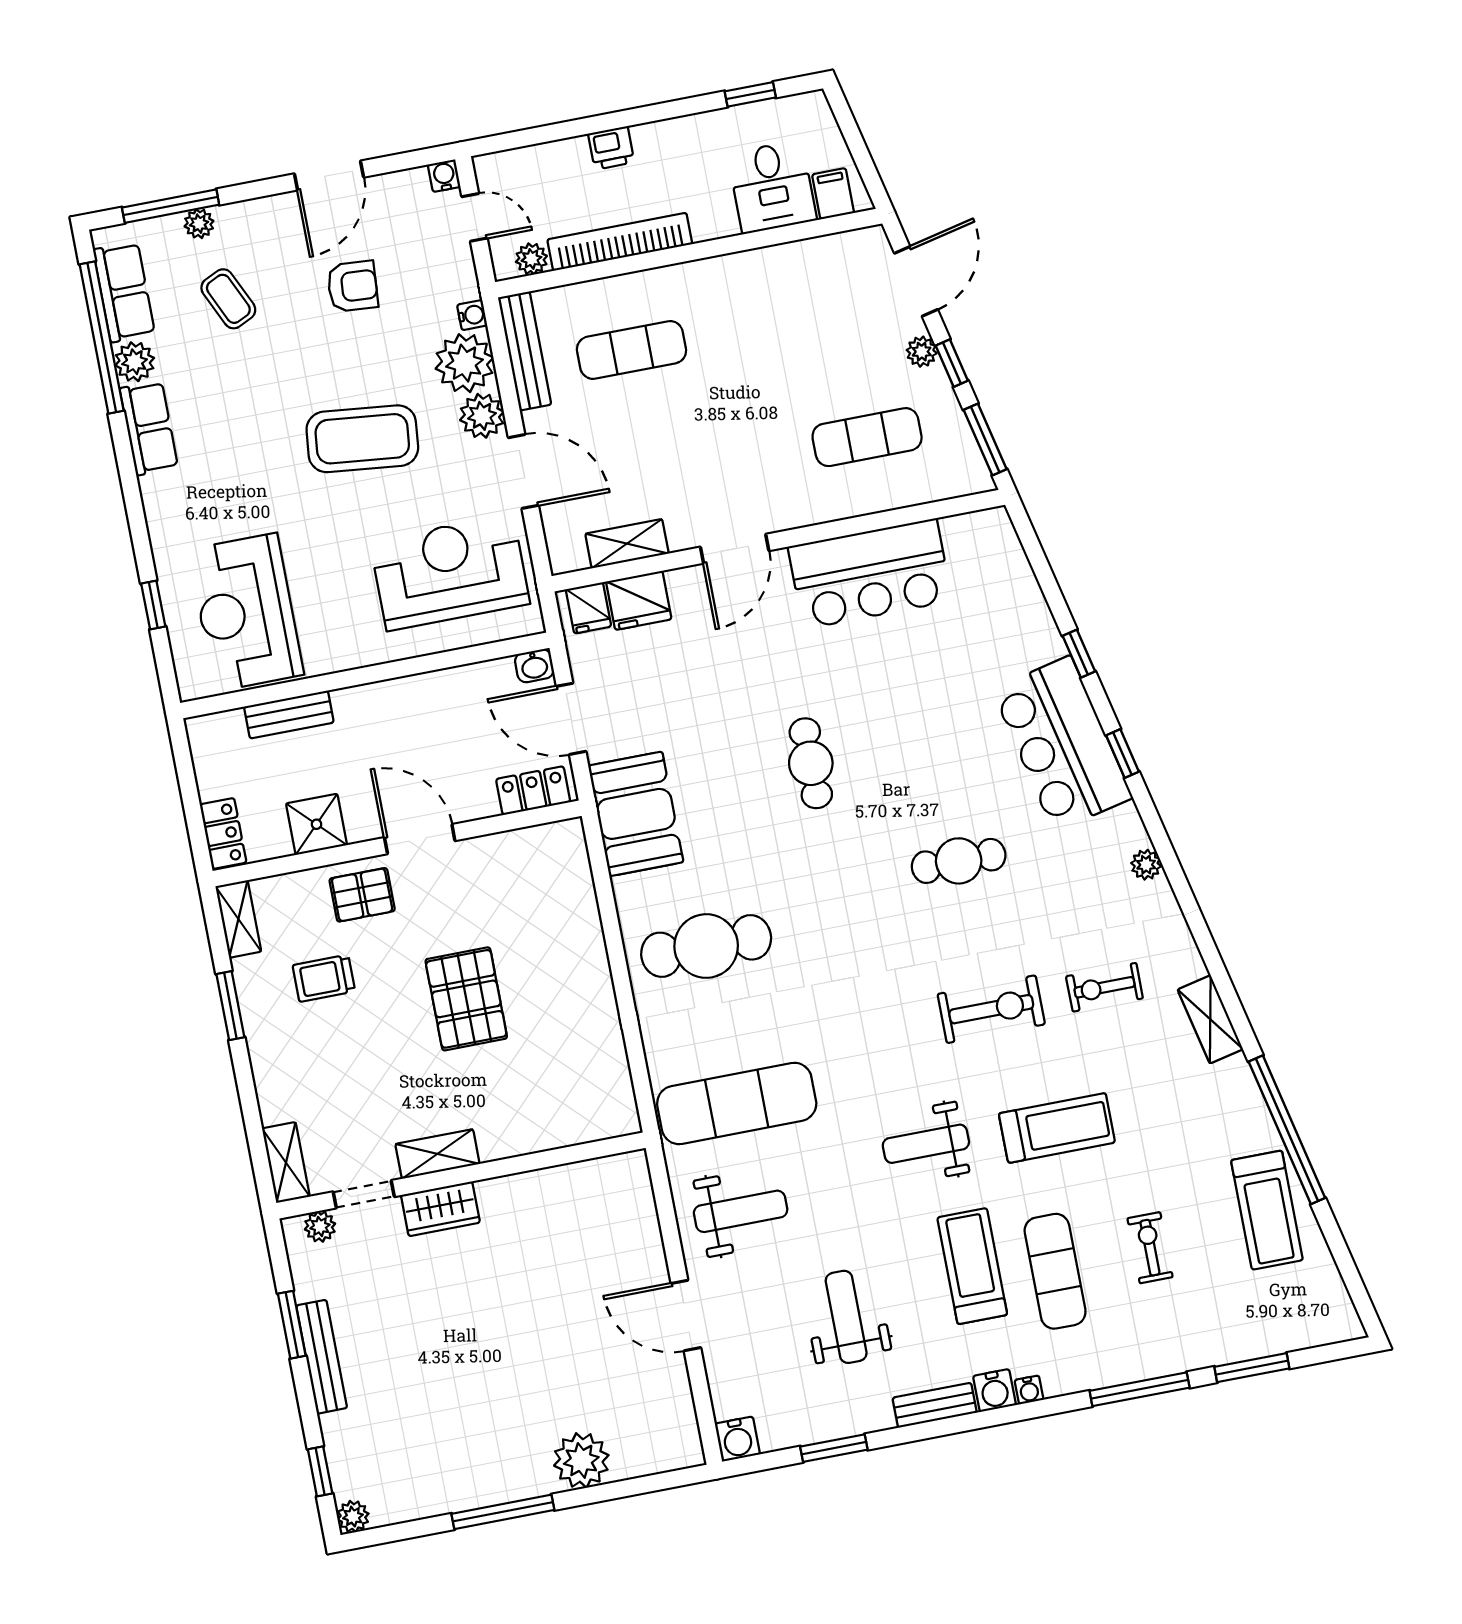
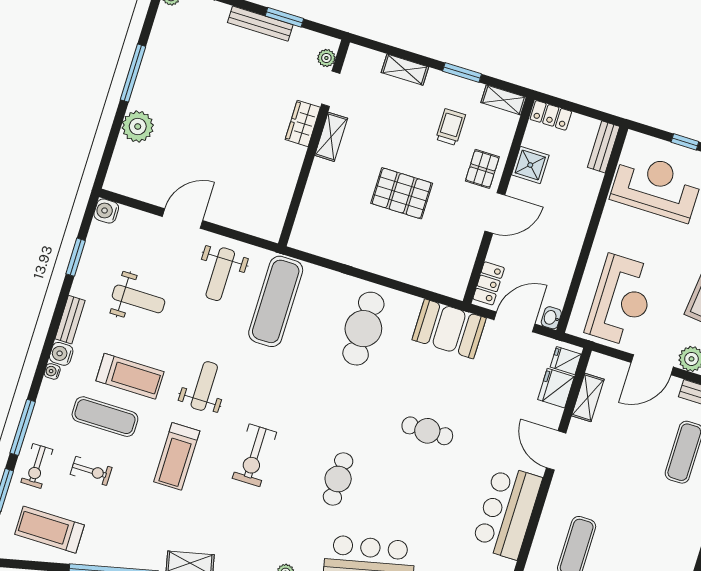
bench: (289, 715) -> (604, 147), moved
exercise bike: (1104, 987) -> (37, 466), moved, turned 180
shelving: (286, 1163) -> (405, 70), moved
treadmill: (1267, 1210) -> (49, 530), moved

